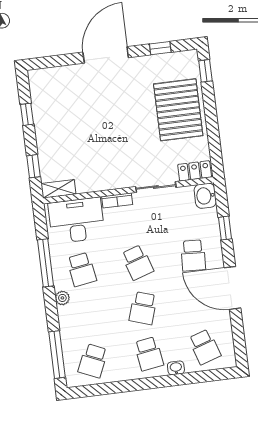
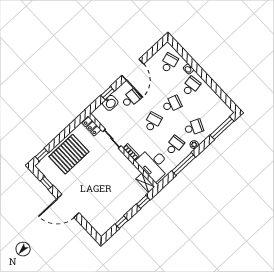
washbasin: (205, 196) -> (110, 103), moved
school desk: (93, 361) -> (194, 127), moved

